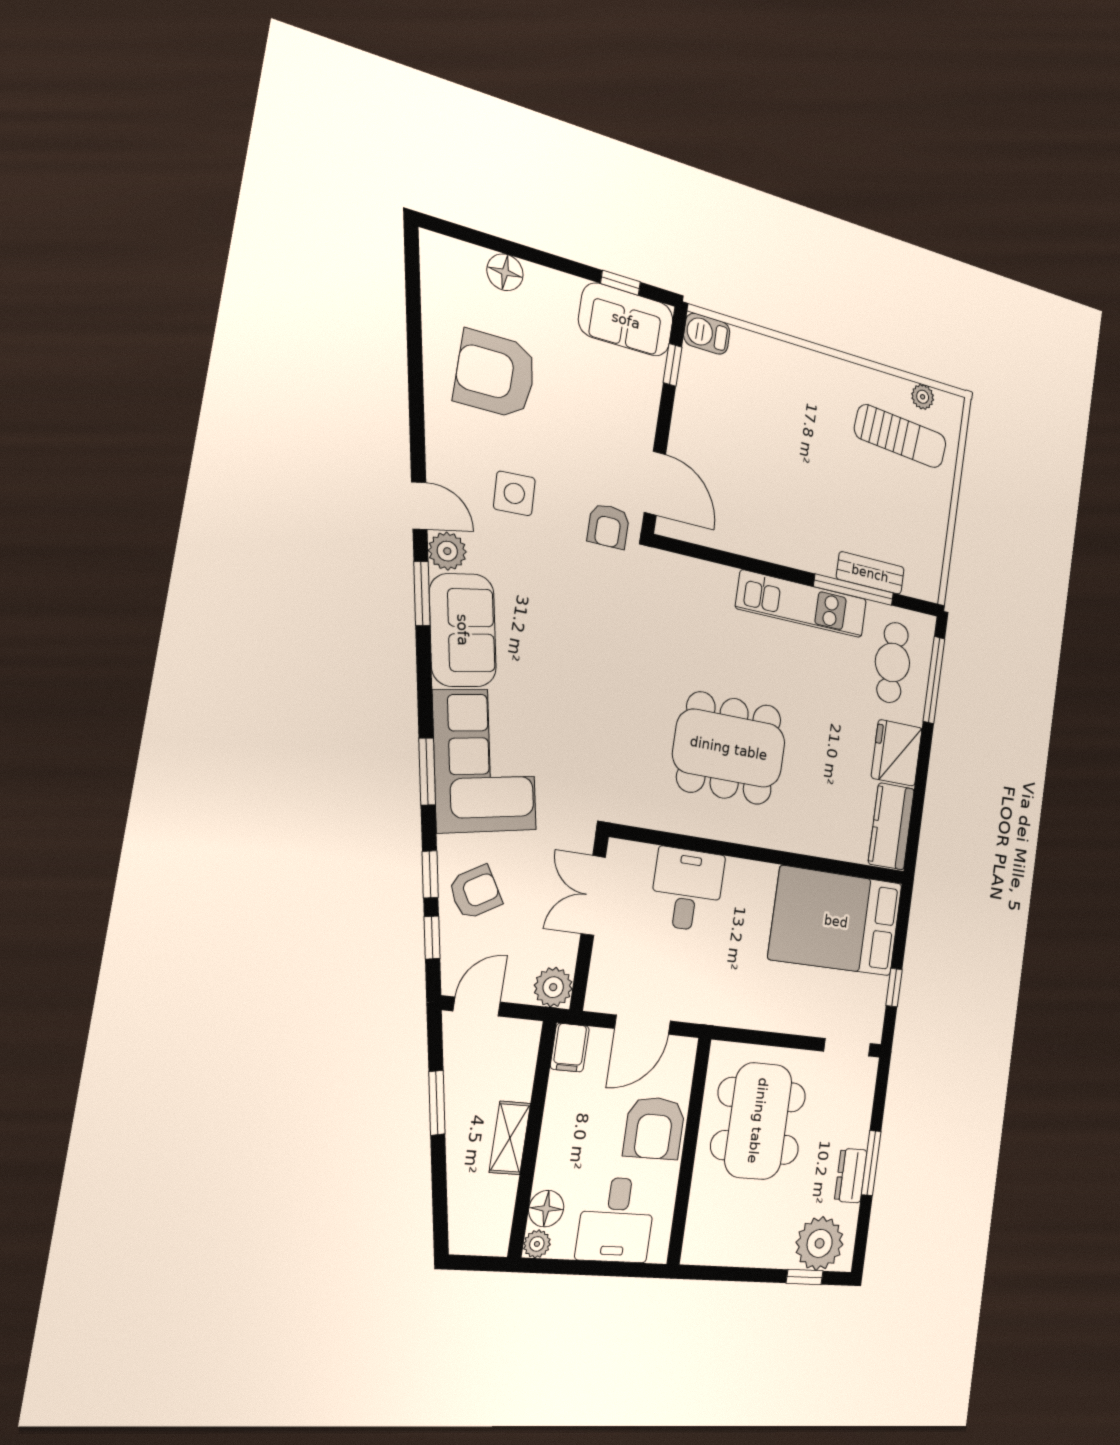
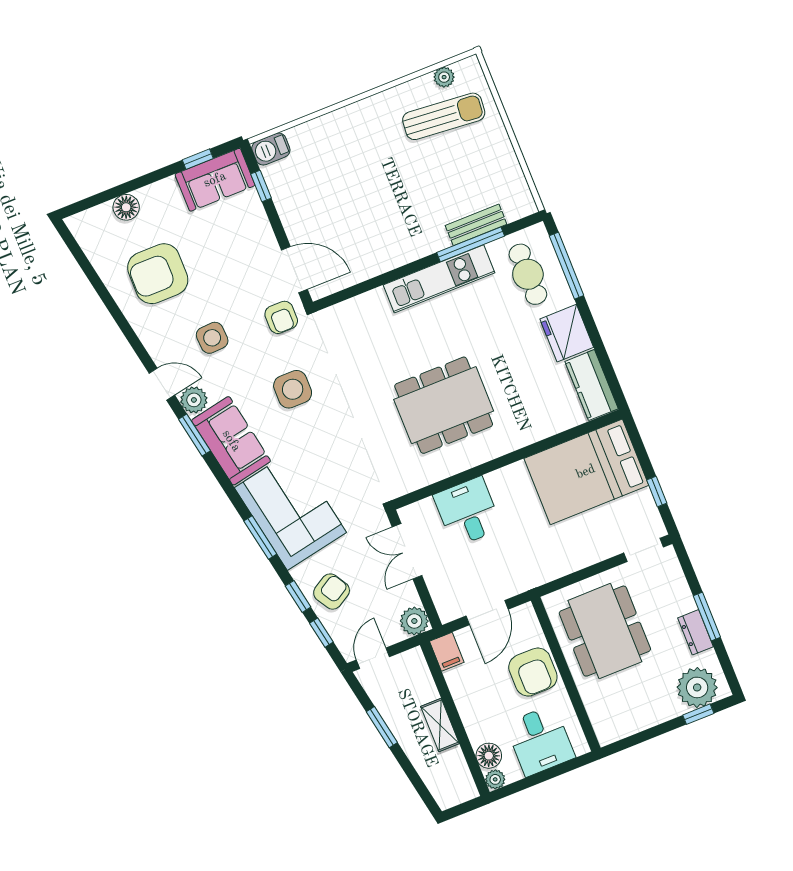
side table: (573, 618) -> (293, 389), added

